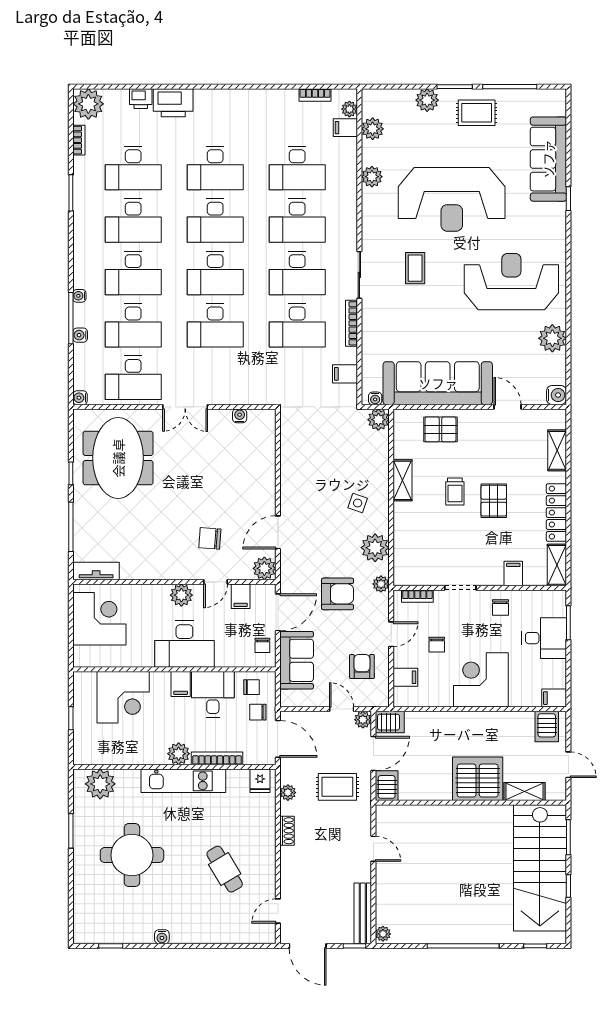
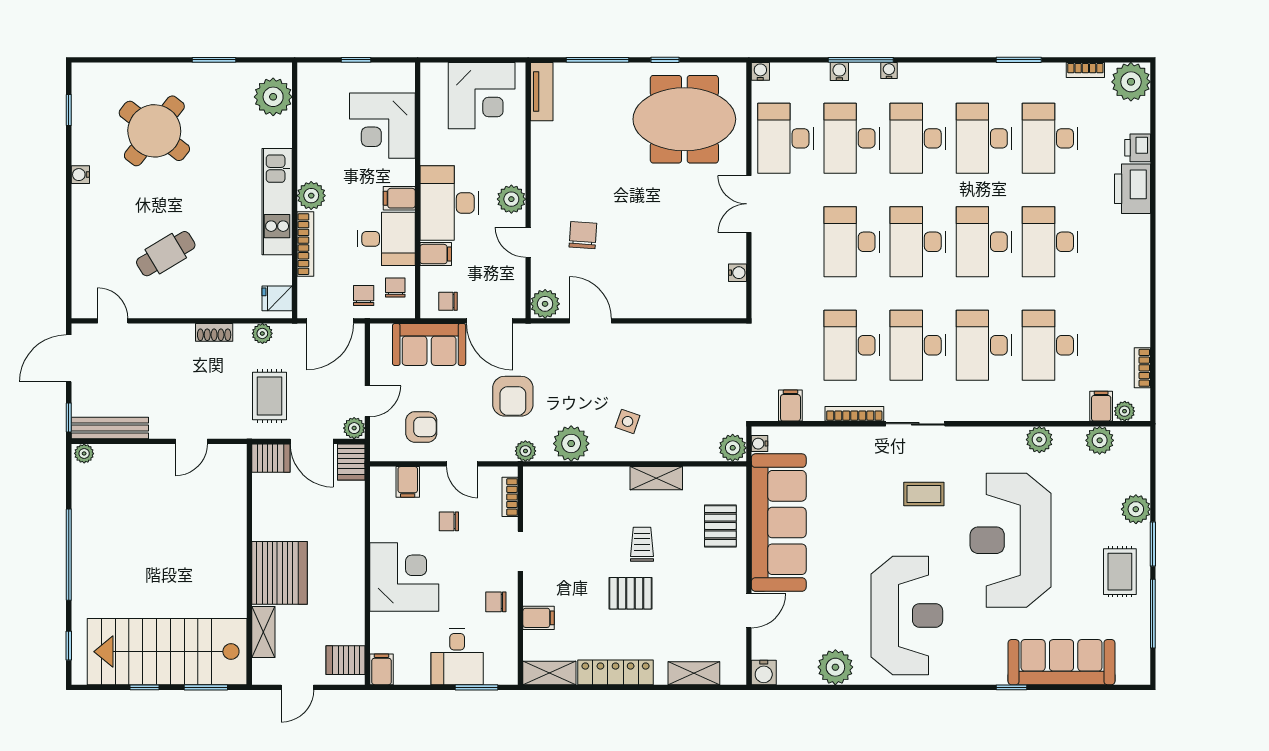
trolley: (455, 492) -> (642, 544), turned 90
filing cabinet: (241, 596) -> (436, 254), moved, turned 180
chair: (251, 687) -> (395, 288), turned 180
round table: (132, 855) -> (154, 131), moved, turned 38

